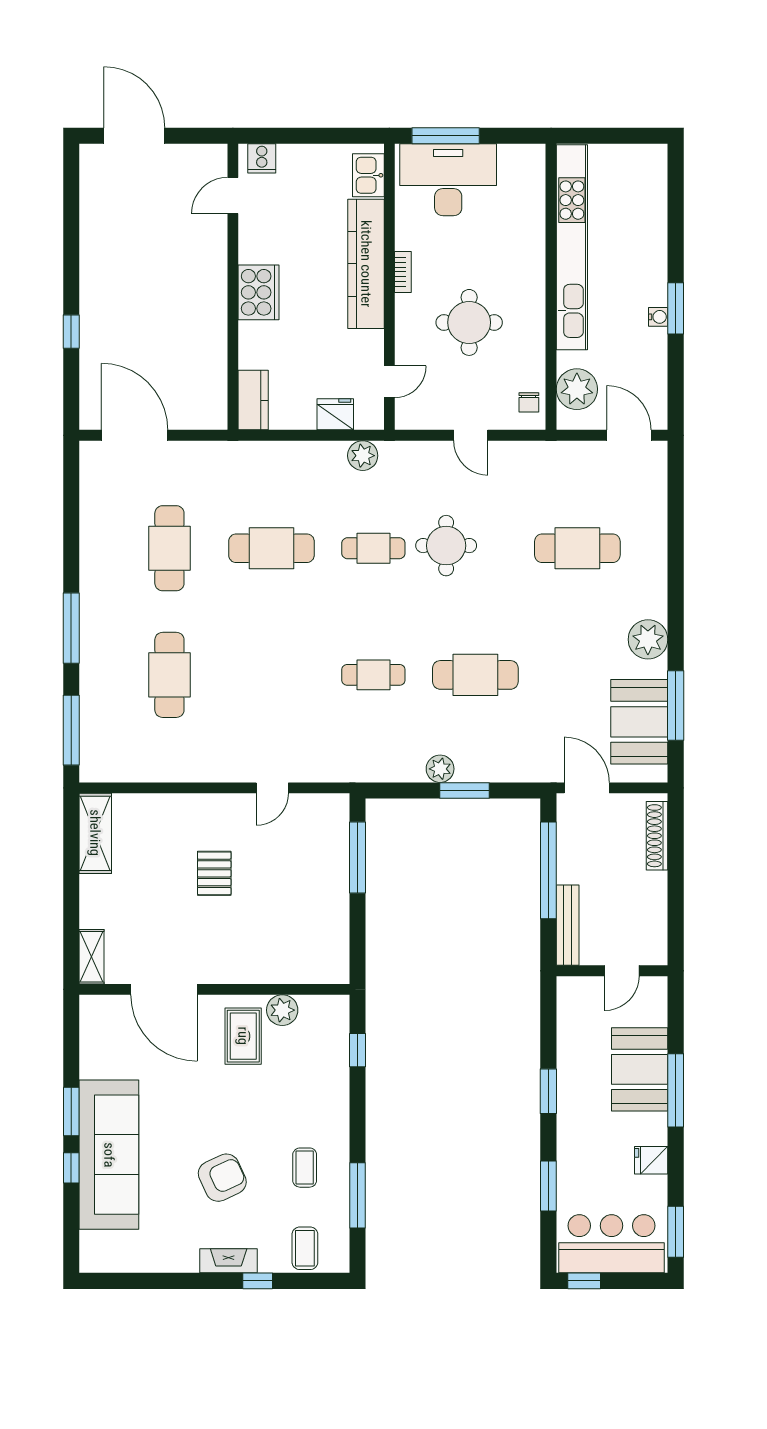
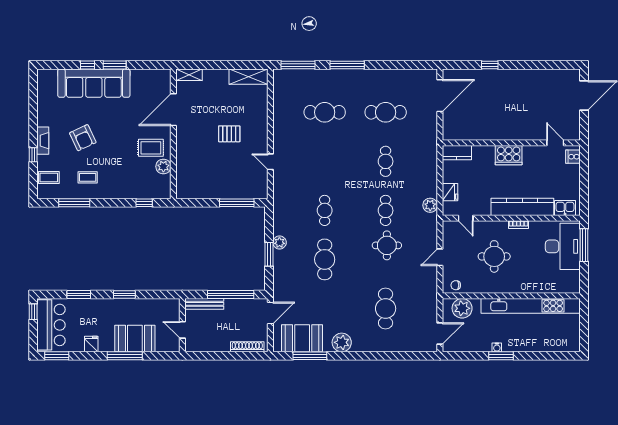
cafe table: (271, 548) -> (386, 161), width x0.73, depth x0.74

